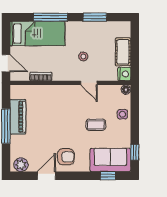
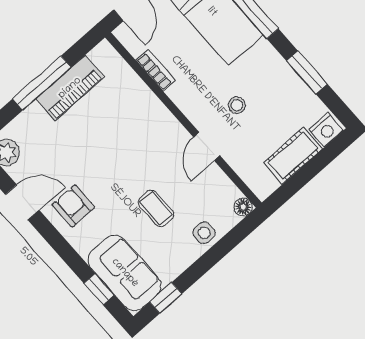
nightstand: (124, 74) -> (326, 130), moved
armchair: (66, 157) -> (73, 206), turned 180

